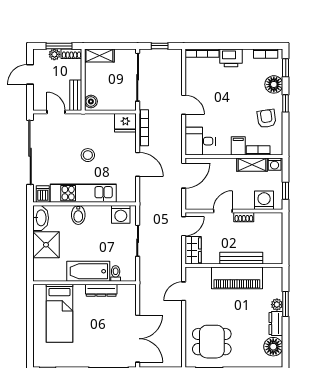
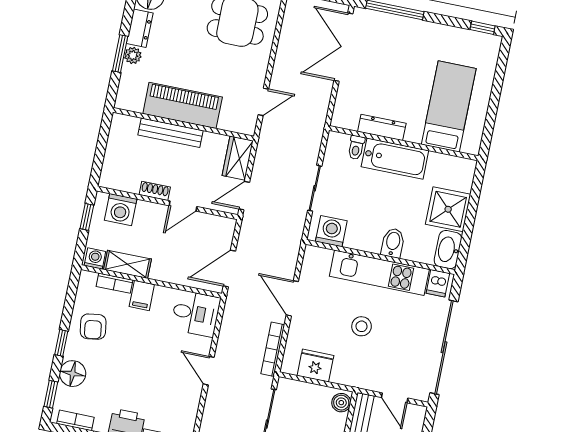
fridge: (125, 123) -> (315, 366), moved

